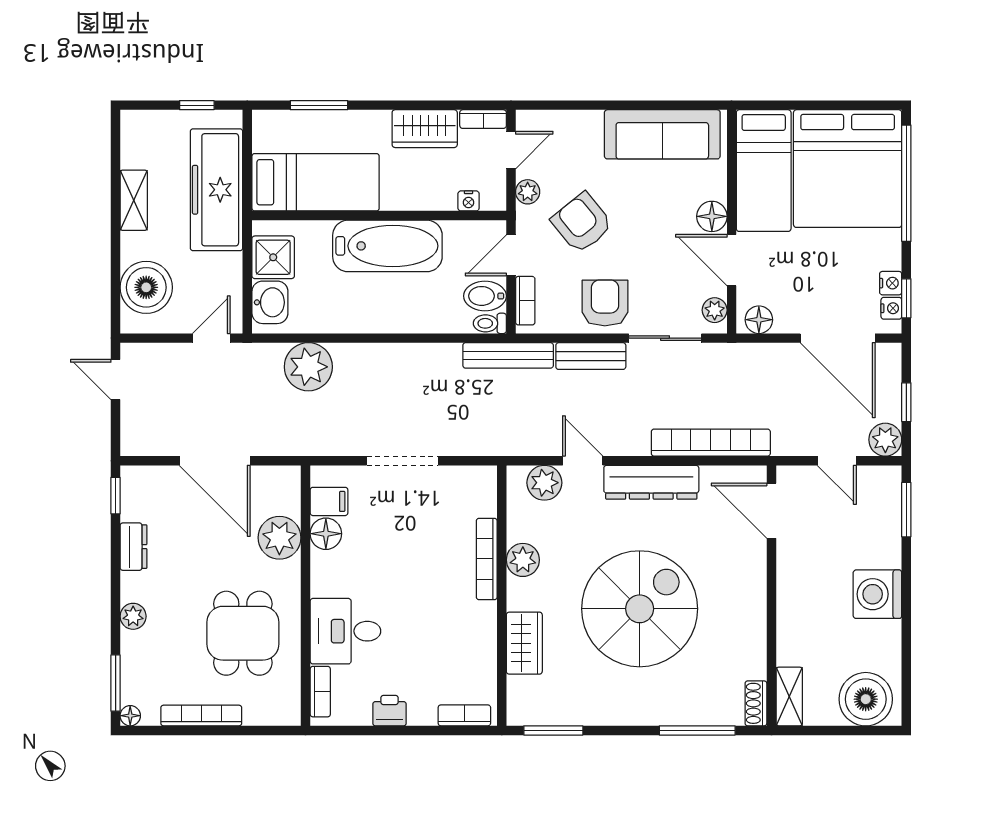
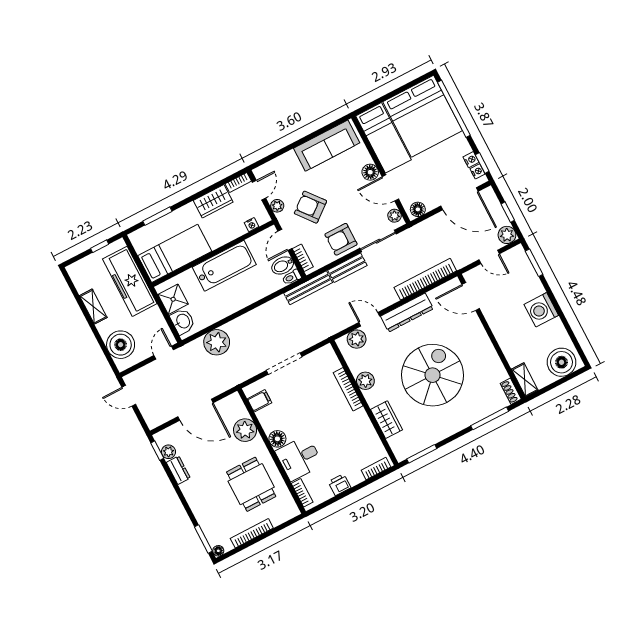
armchair: (605, 303) -> (341, 239), turned -90
floor lamp: (326, 534) -> (277, 439), moved
plant: (133, 616) -> (168, 452), moved

